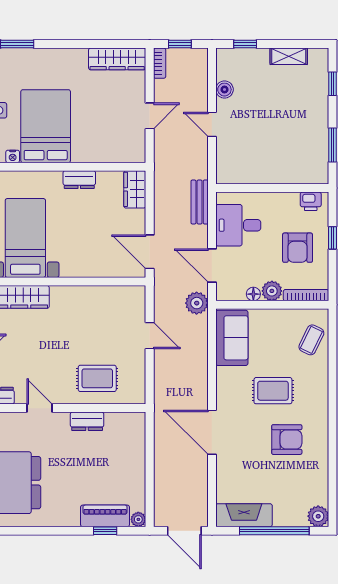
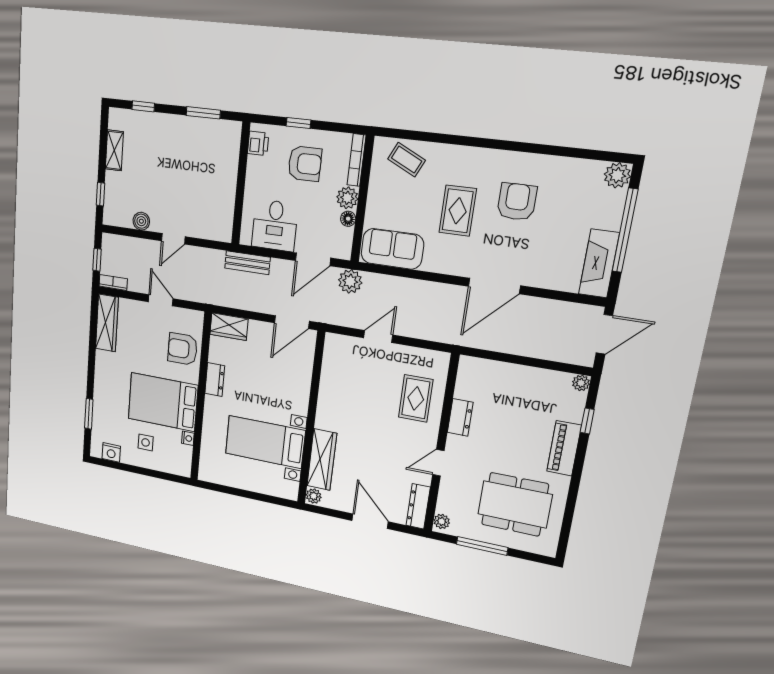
armchair: (104, 143) -> (183, 349), added
piano: (105, 516) -> (564, 448), moved

